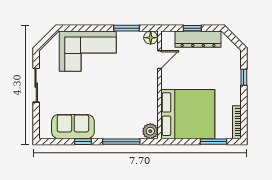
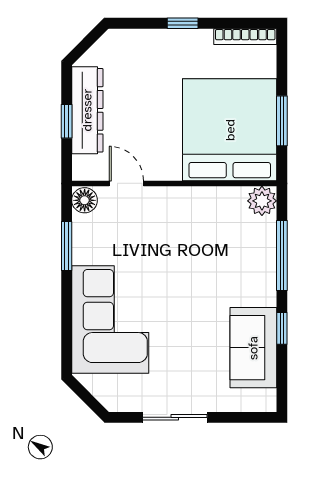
window: (244, 77) -> (183, 23), moved
window: (214, 142) -> (282, 121), moved

